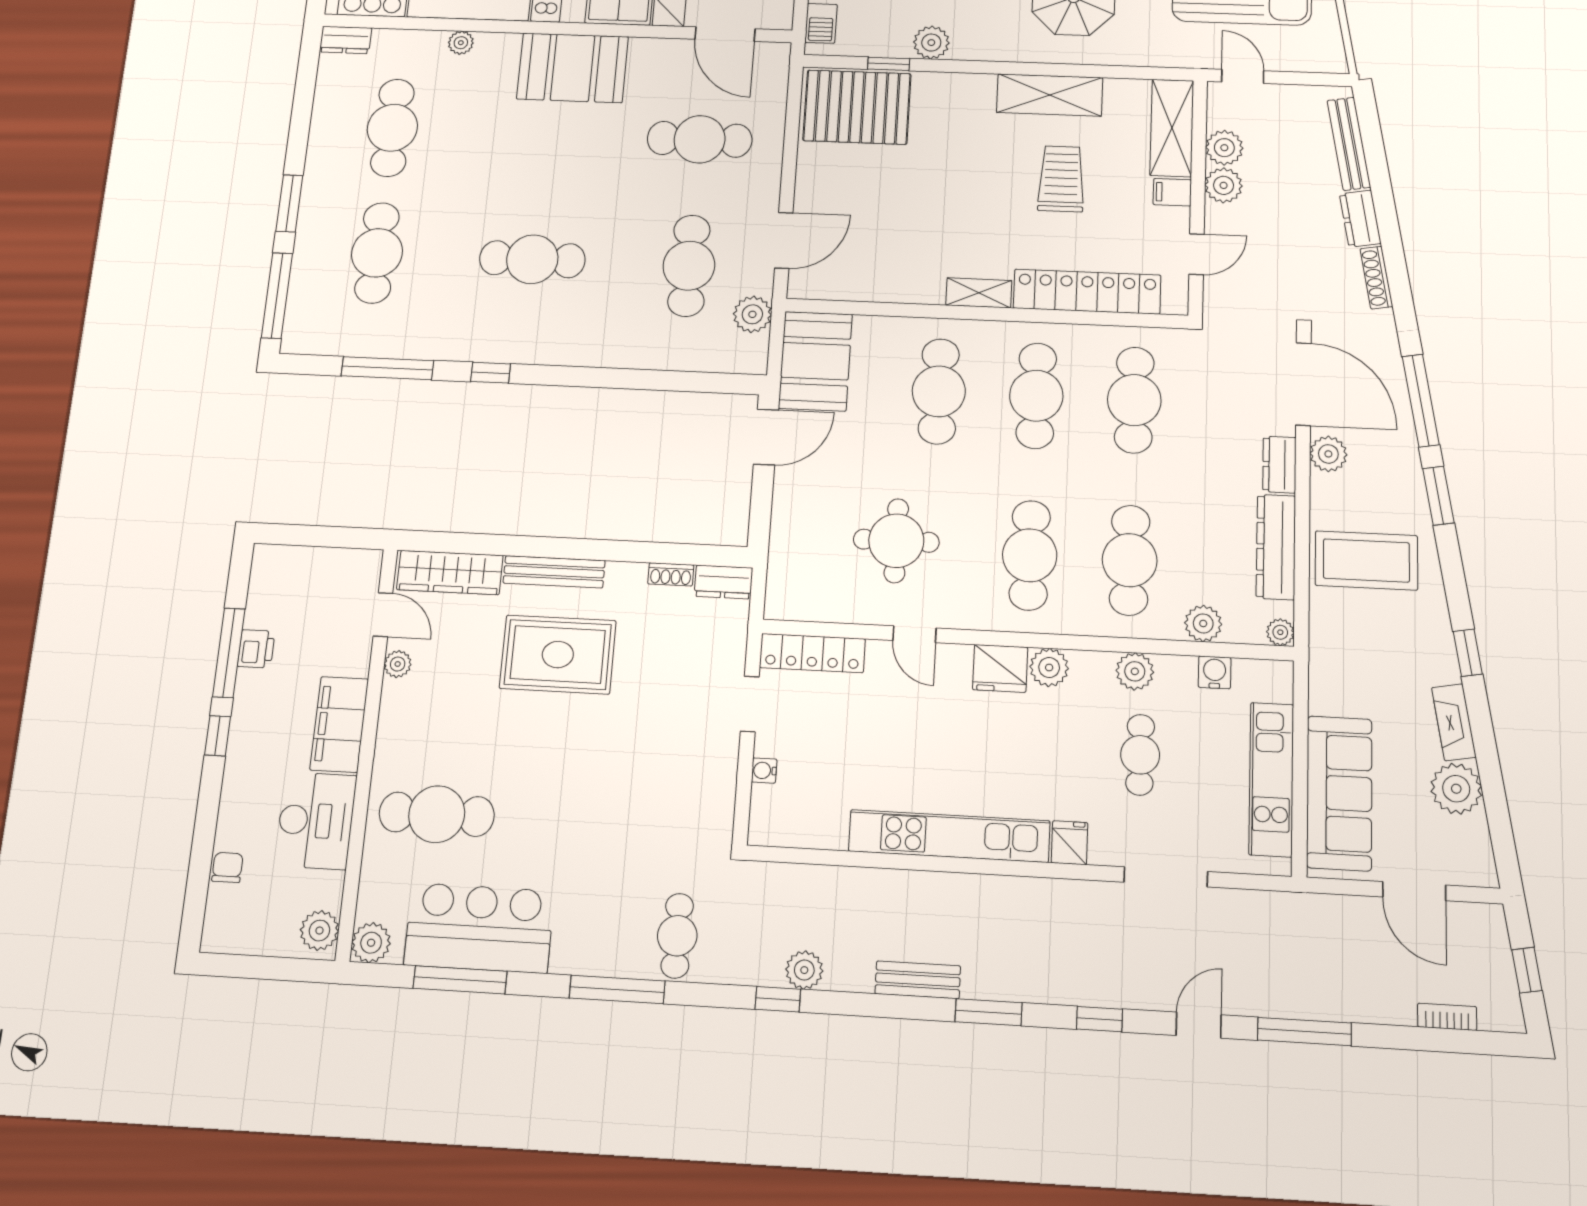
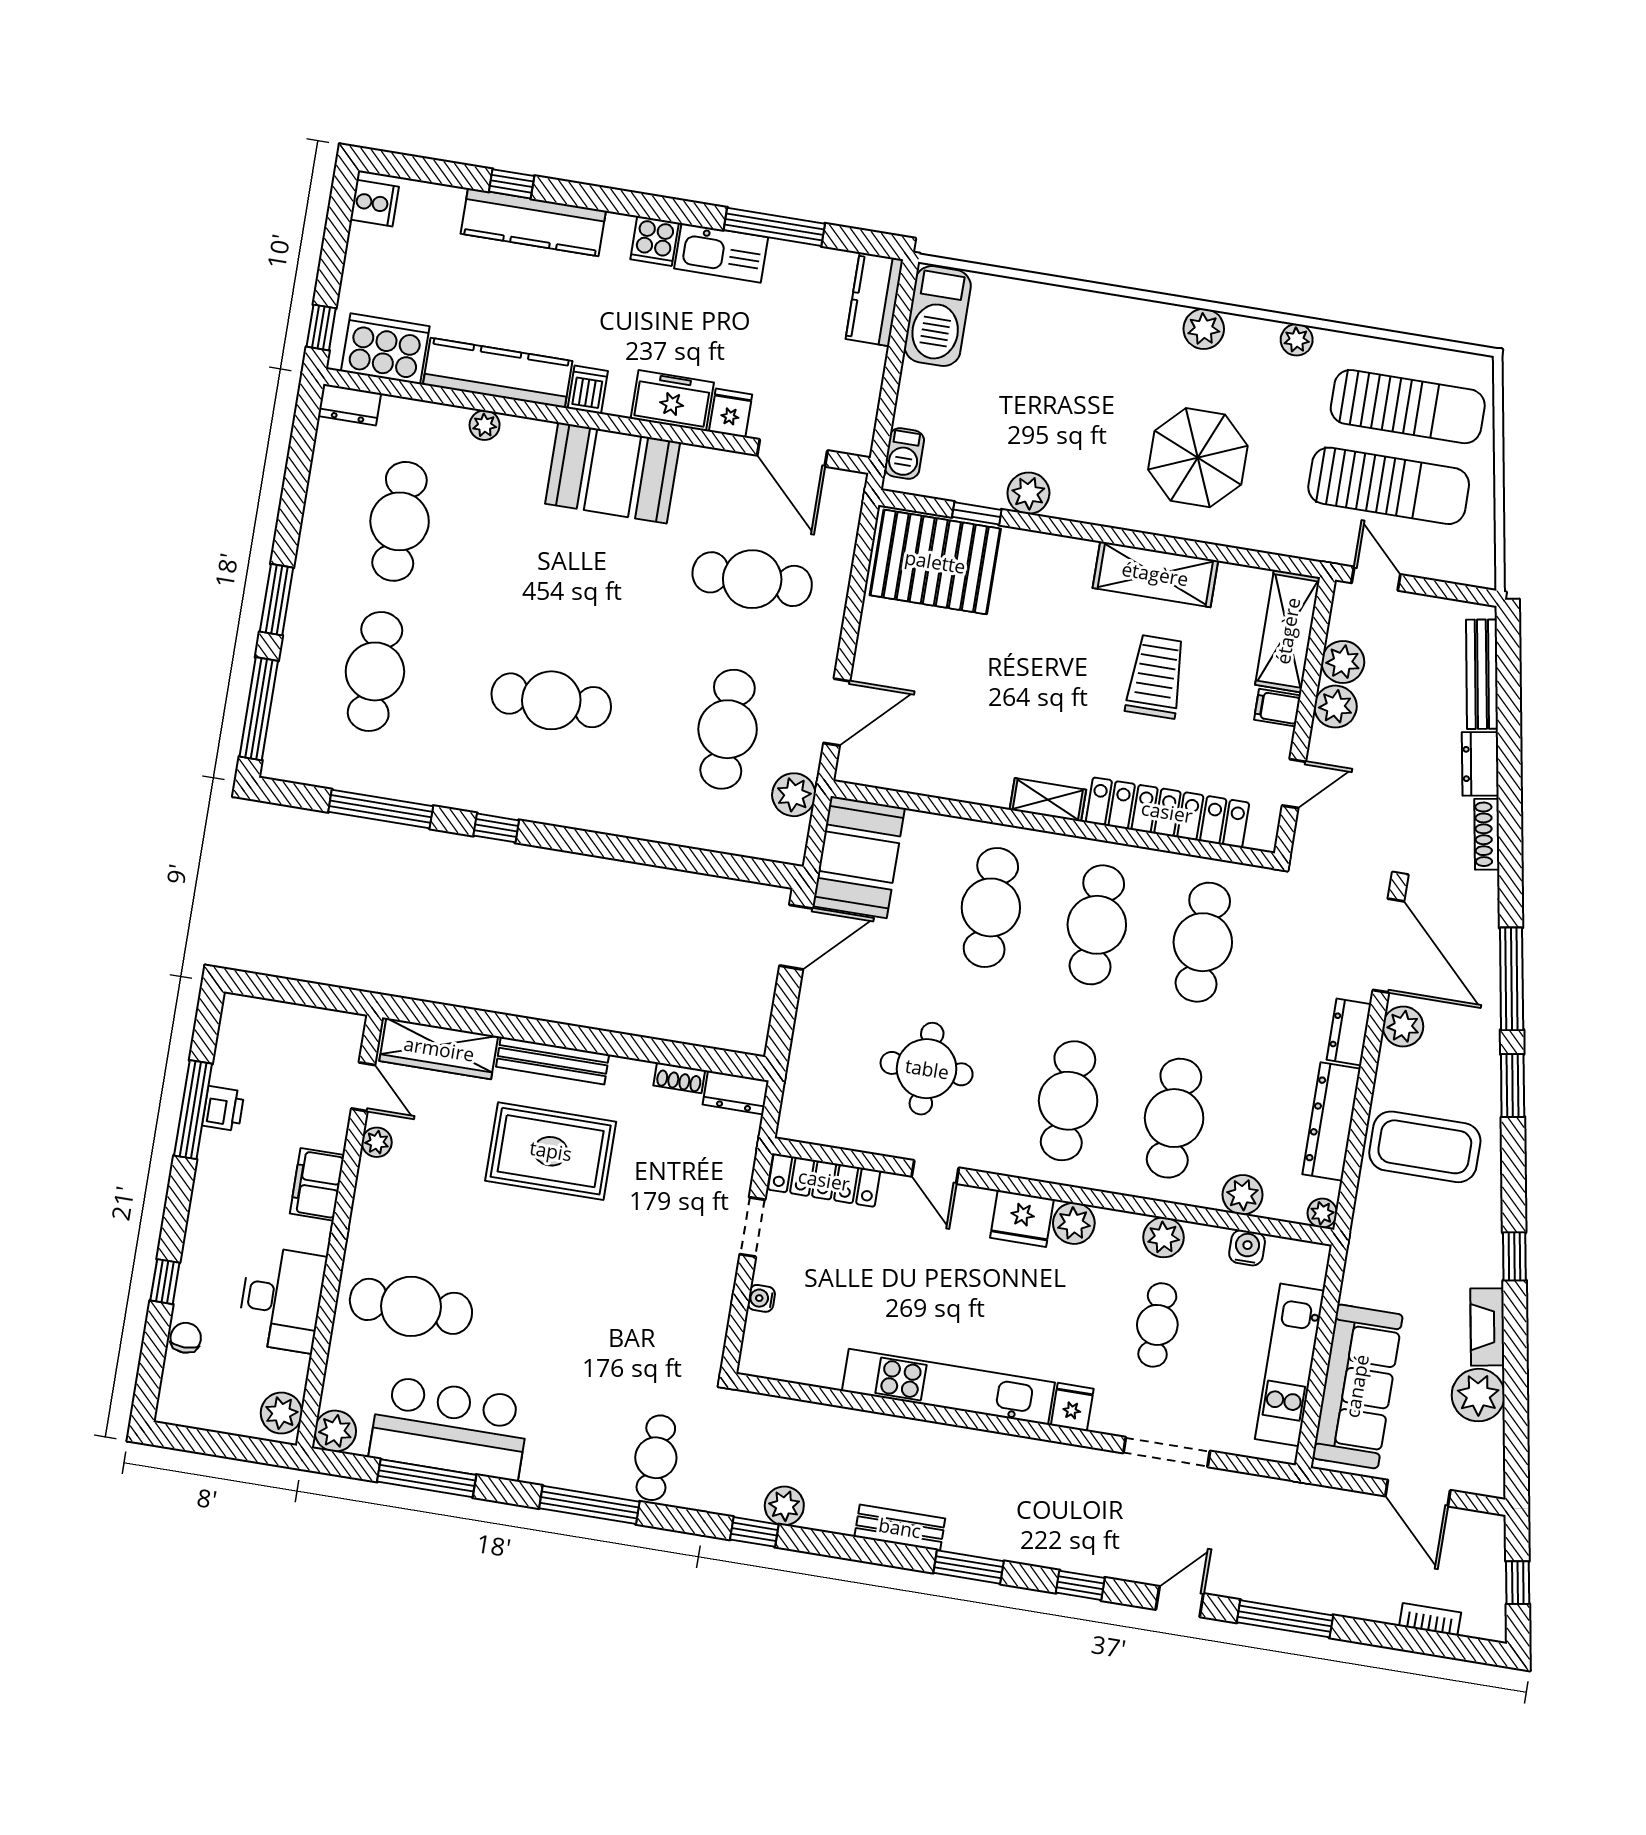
filing cabinet: (339, 724) -> (317, 1184), width x0.67, depth x0.86
window: (218, 736) -> (165, 1282), moved

